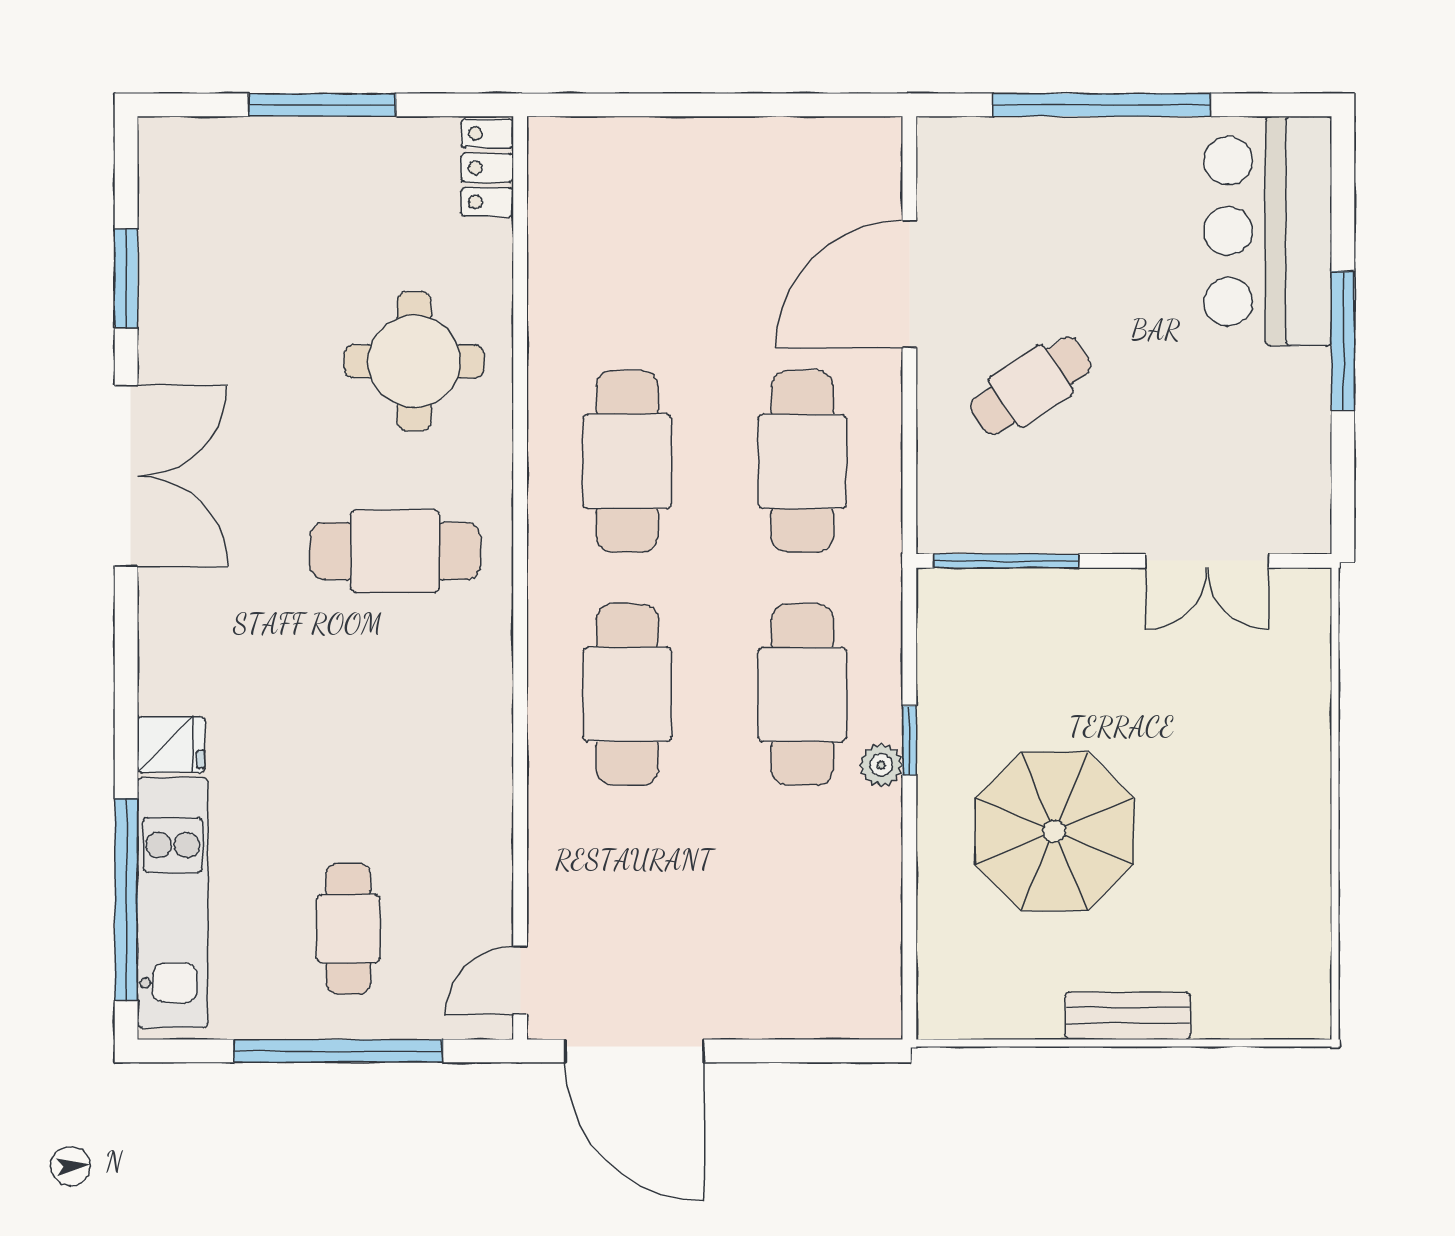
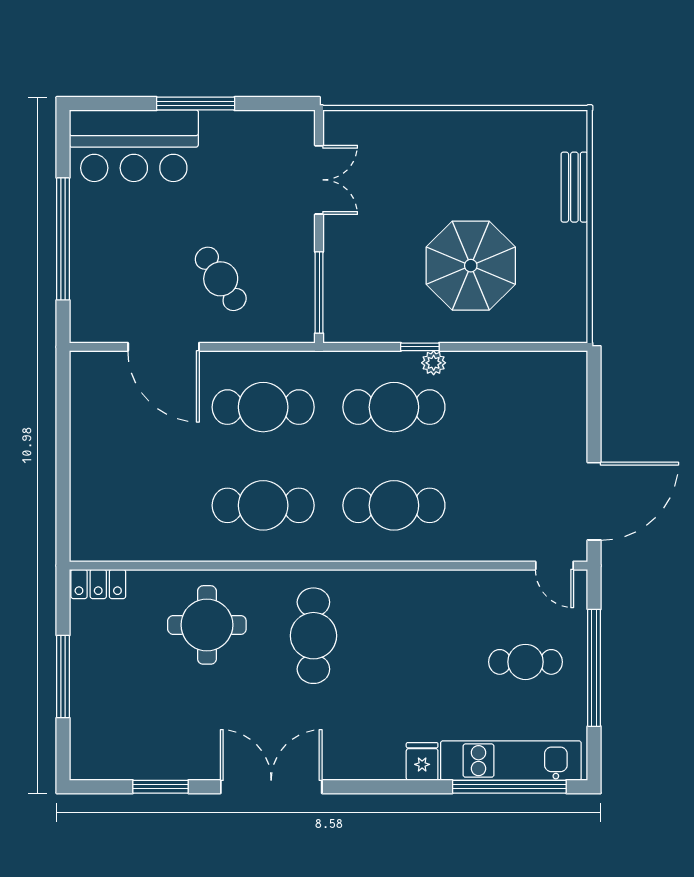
bench: (1128, 1016) -> (574, 187), moved

